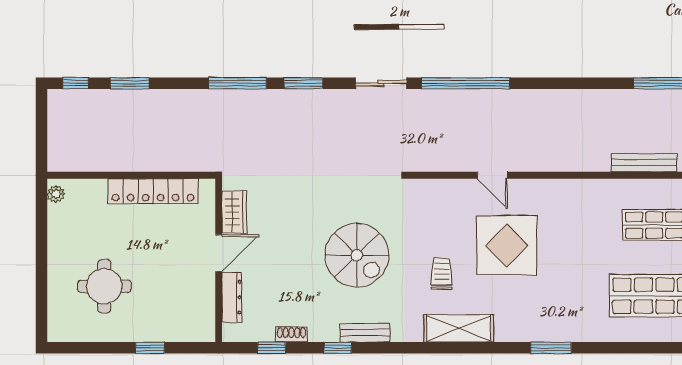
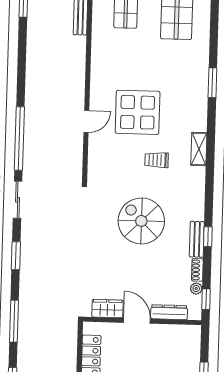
window: (237, 83) -> (14, 321), moved
spiral stairs: (357, 255) -> (141, 221), turned -90
shelving: (459, 328) -> (199, 149), width x0.67, depth x0.75
bench: (365, 333) -> (197, 239), moved
plant: (266, 334) -> (196, 289), added
window: (272, 348) -> (206, 299), moved

